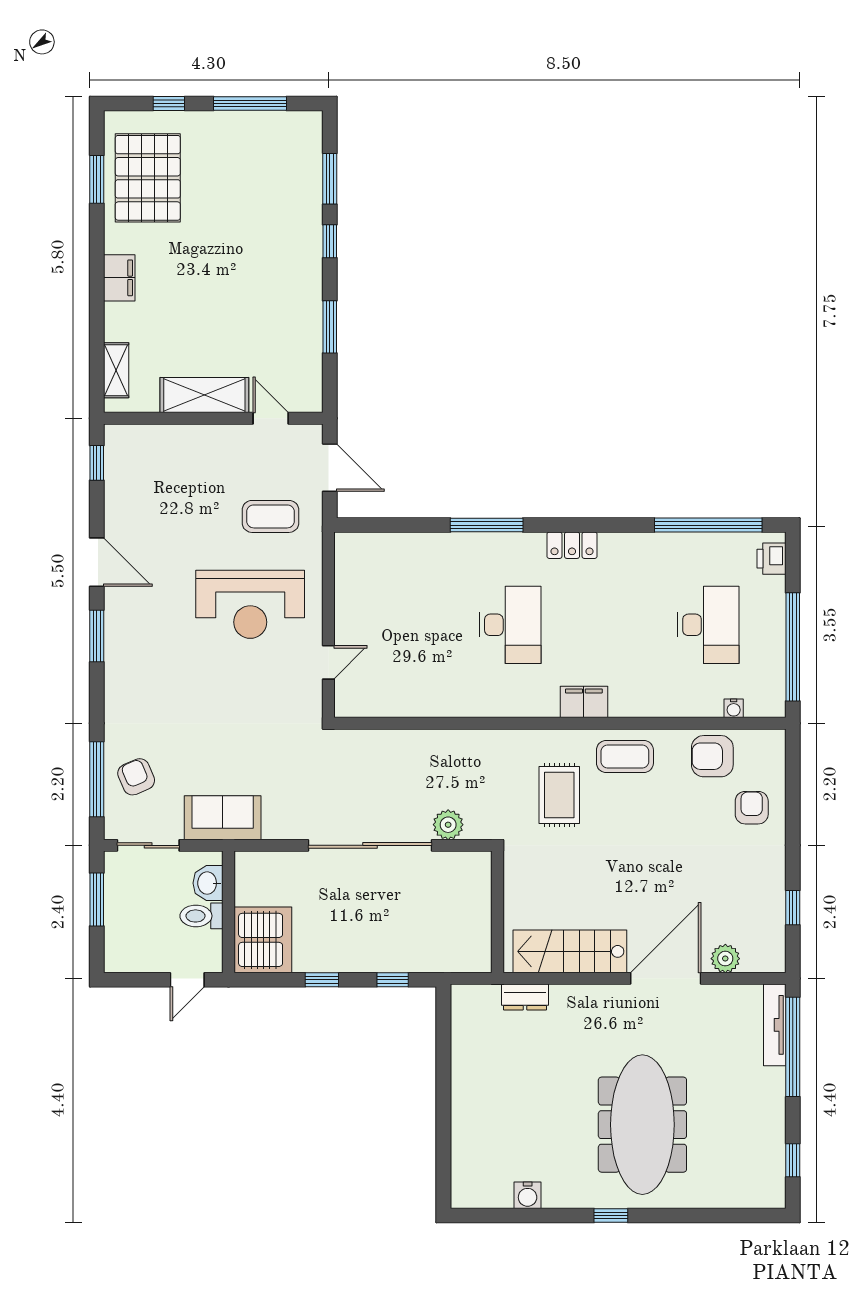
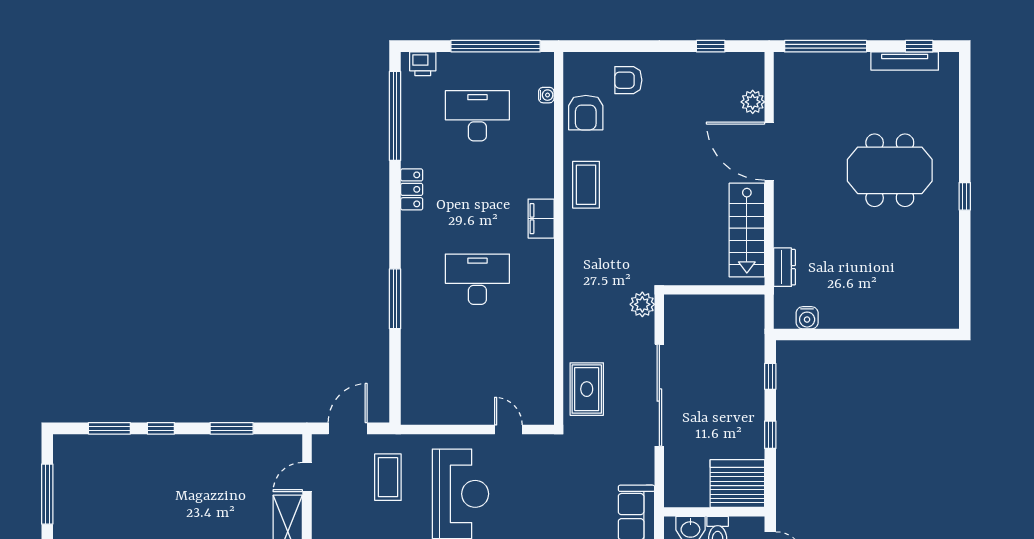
locker: (572, 545) -> (412, 189), moved
rug: (559, 795) -> (587, 389), moved, turned 90
plant: (448, 825) -> (642, 304), moved
tv unit: (775, 1025) -> (905, 61), moved
meeting table: (642, 1125) -> (890, 170), width x0.73
water cooler: (528, 1195) -> (807, 318), moved, turned 90

